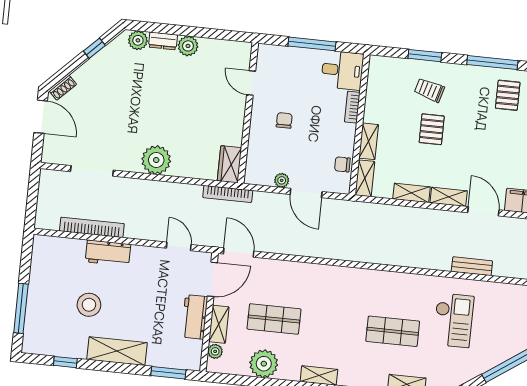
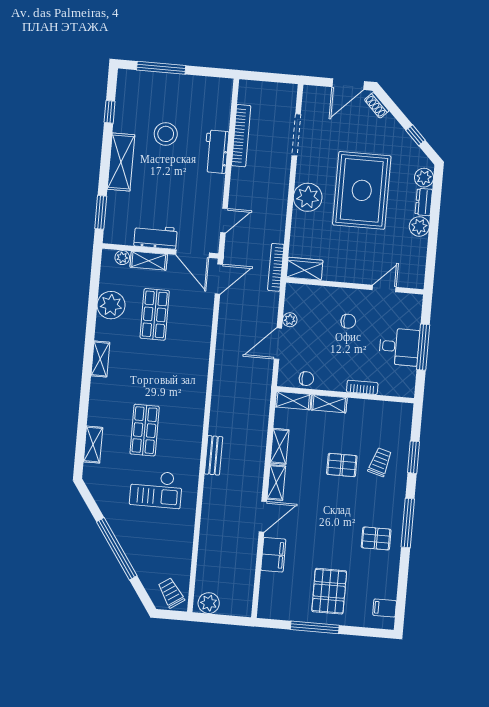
desk: (342, 70) -> (399, 347), moved, turned -90
rug: (150, 104) -> (362, 190), added
chair: (342, 164) -> (306, 379), turned 90
bench: (472, 266) -> (214, 455), moved

